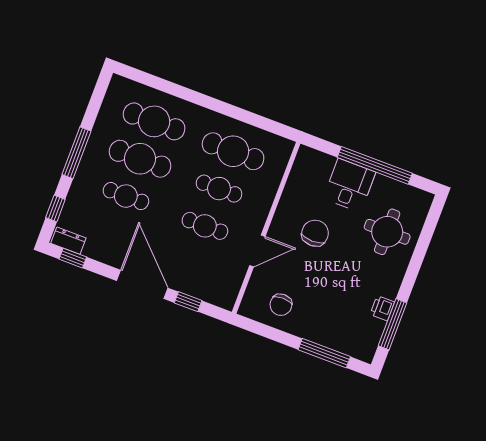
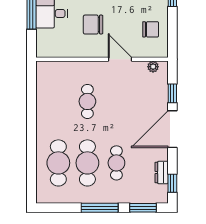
cafe table: (233, 151) -> (58, 101), removed
window: (55, 209) -> (143, 208), width x1.50
cafe table: (205, 226) -> (116, 101), removed
dresser: (68, 241) -> (162, 172), moved
plant: (232, 290) -> (153, 67), added

